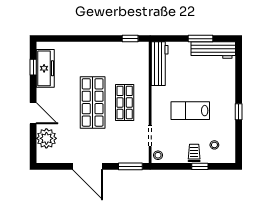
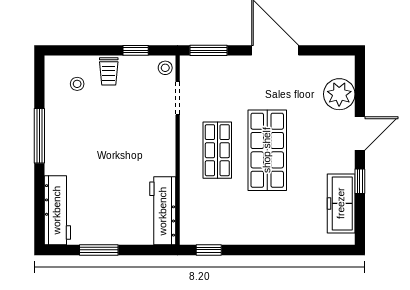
workbench: (213, 50) -> (57, 210), moved, turned 90
window: (33, 67) -> (360, 181), moved
lab bench: (190, 111) -> (115, 137), removed
window: (239, 112) -> (39, 136), width x2.17
door: (33, 113) -> (360, 134), swing flipped
window: (200, 166) -> (136, 50), moved

